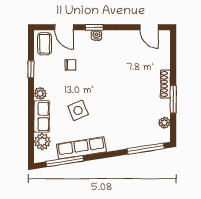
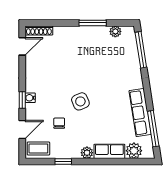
shoe rack: (165, 84) -> (39, 30), moved
side table: (78, 110) -> (80, 101), moved

